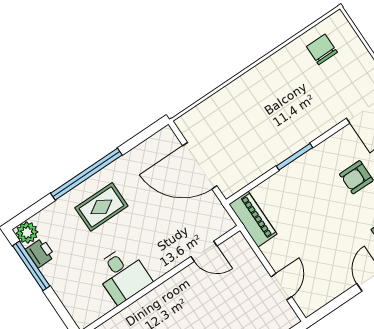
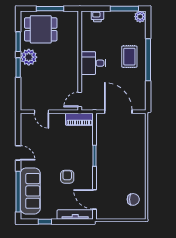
door: (200, 166) -> (118, 112), hinge flipped
door: (204, 251) -> (80, 99), moved
printer: (40, 253) -> (97, 16), moved
desk: (123, 275) -> (93, 63), moved

